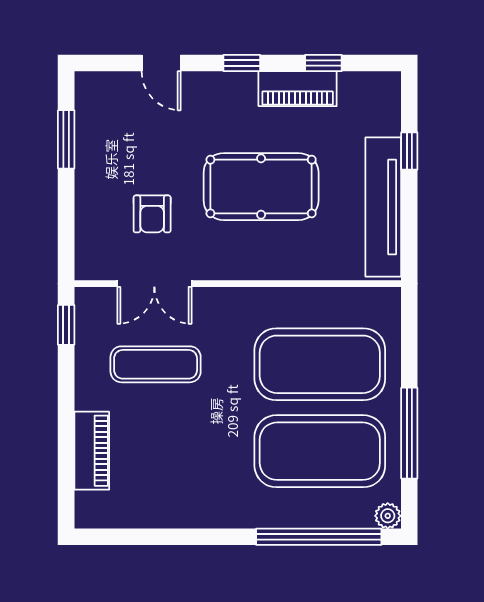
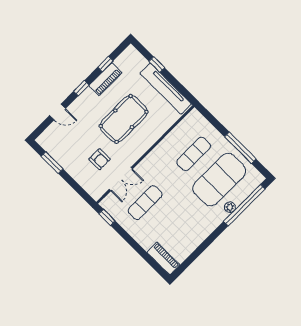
exercise mat: (320, 364) -> (194, 154), width x0.50, depth x0.69
piano: (92, 451) -> (163, 258), moved
plant: (388, 516) -> (230, 207), moved

